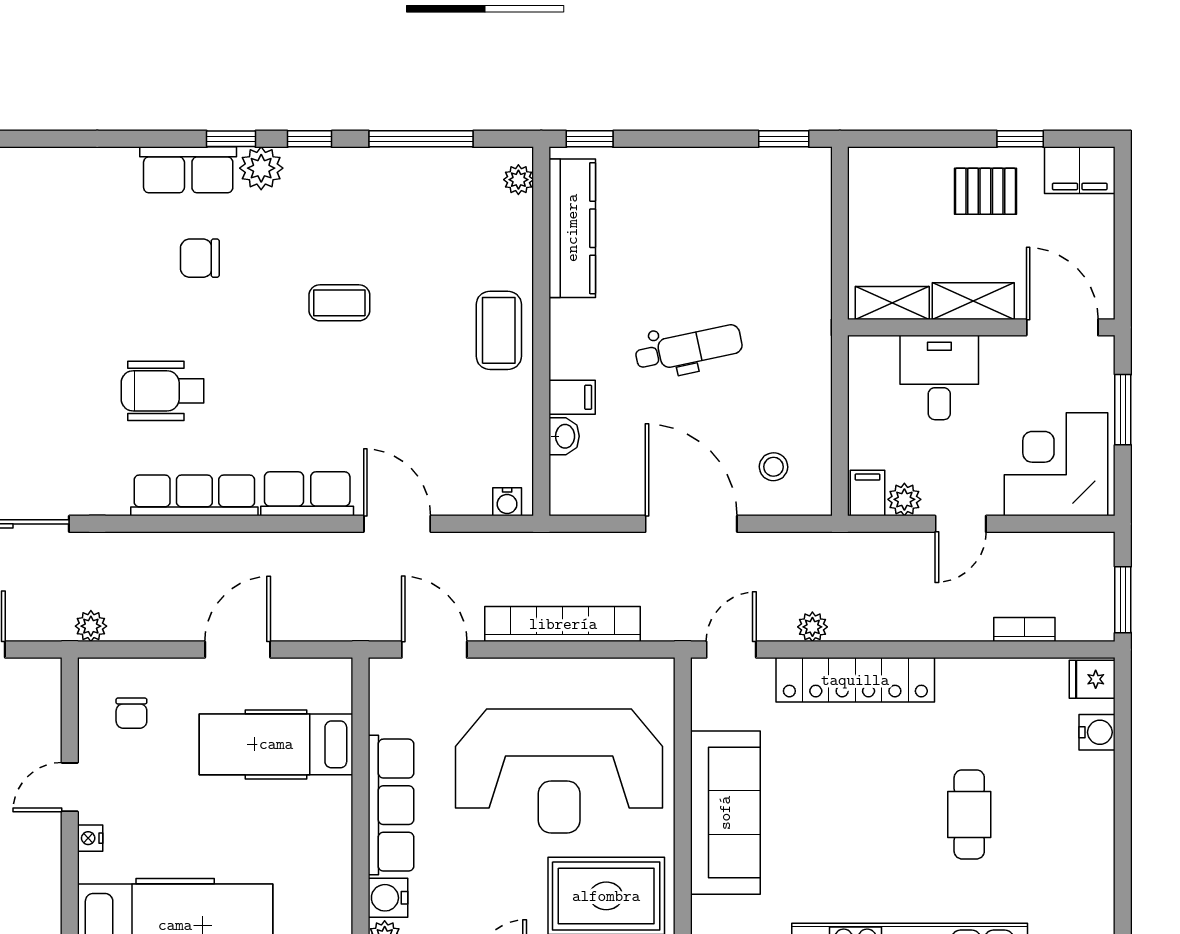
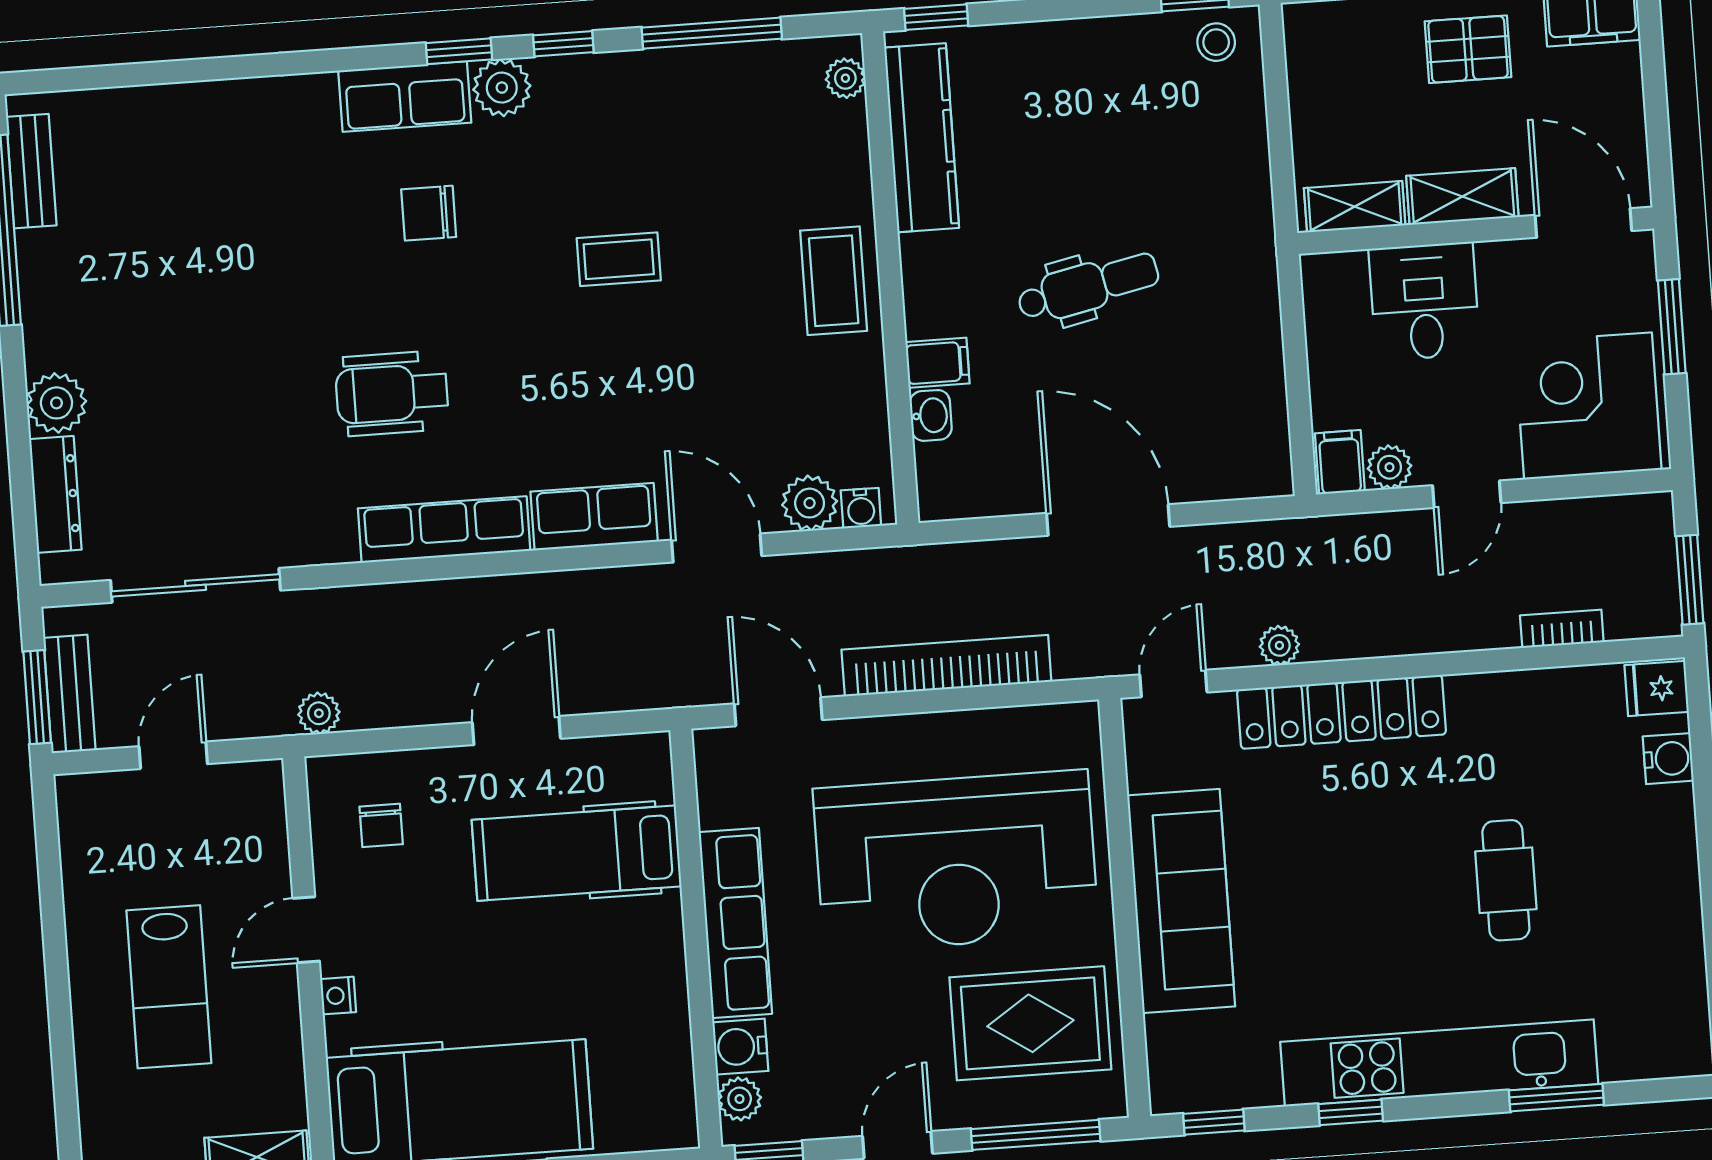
stool: (773, 467) -> (1216, 42), moved
plant: (469, 495) -> (810, 503), added

